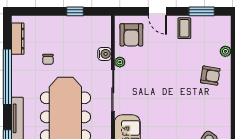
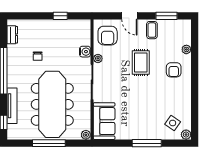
dresser: (18, 39) -> (12, 35), width x0.70
rug: (171, 67) -> (141, 63), added
armchair: (210, 76) -> (174, 70), turned 81

